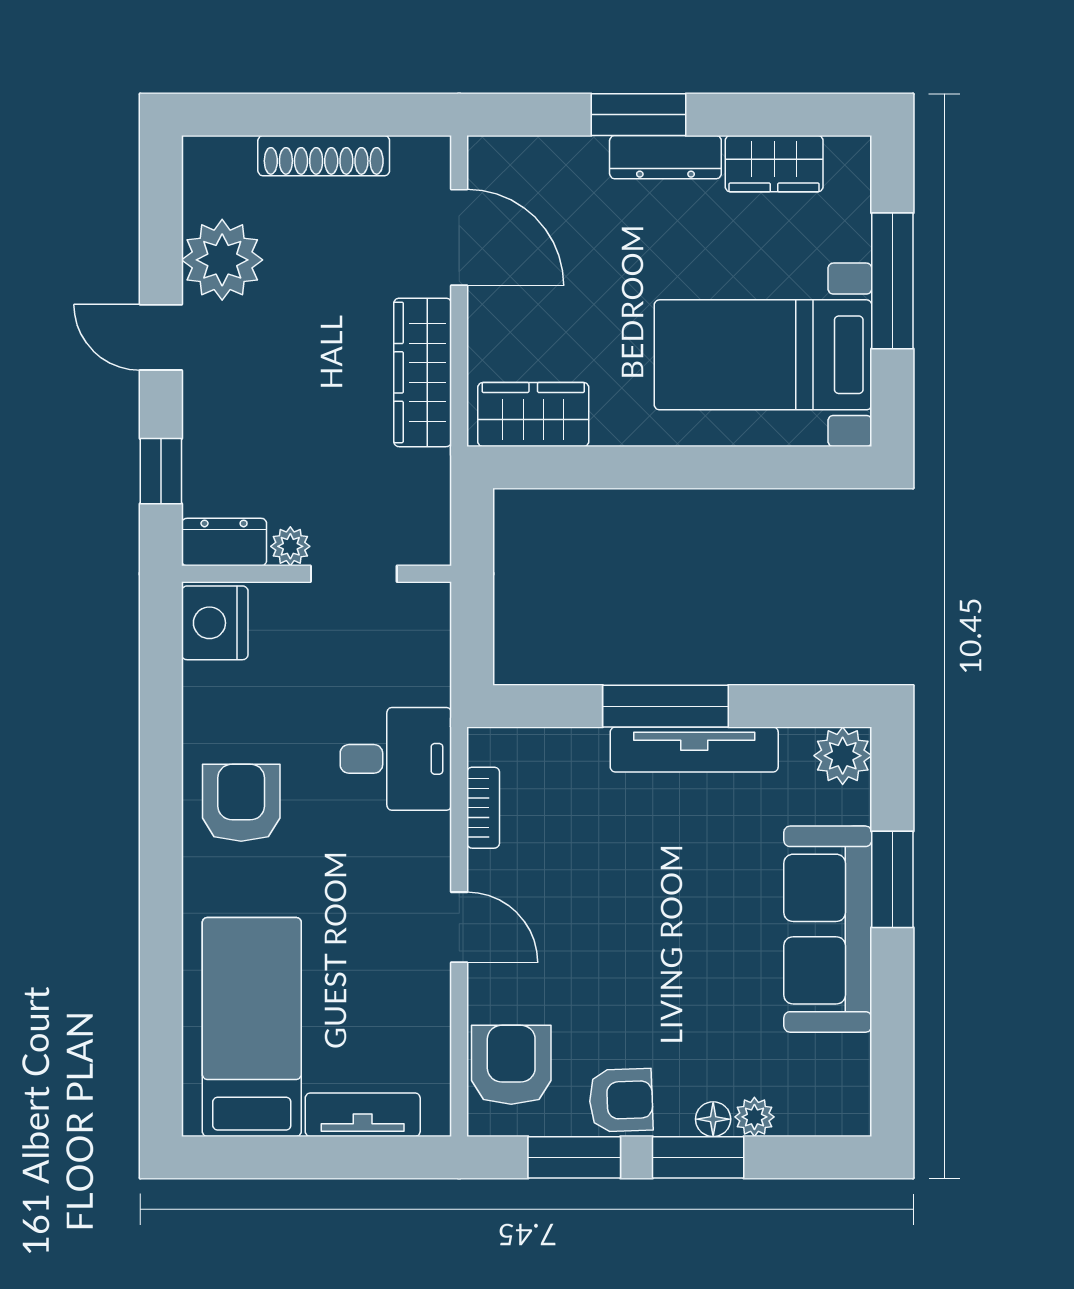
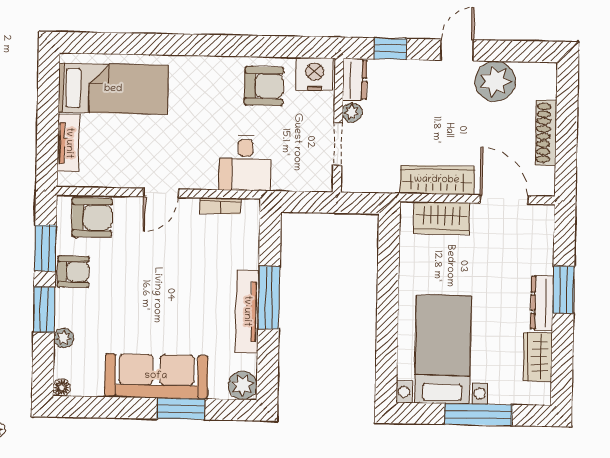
door: (459, 237) -> (504, 199), swing flipped
wardrobe: (533, 414) -> (442, 218), moved, turned 90
armchair: (241, 803) -> (264, 86), moved
armchair: (621, 1100) -> (73, 272), turned -88
floor lamp: (713, 1119) -> (62, 387), moved

